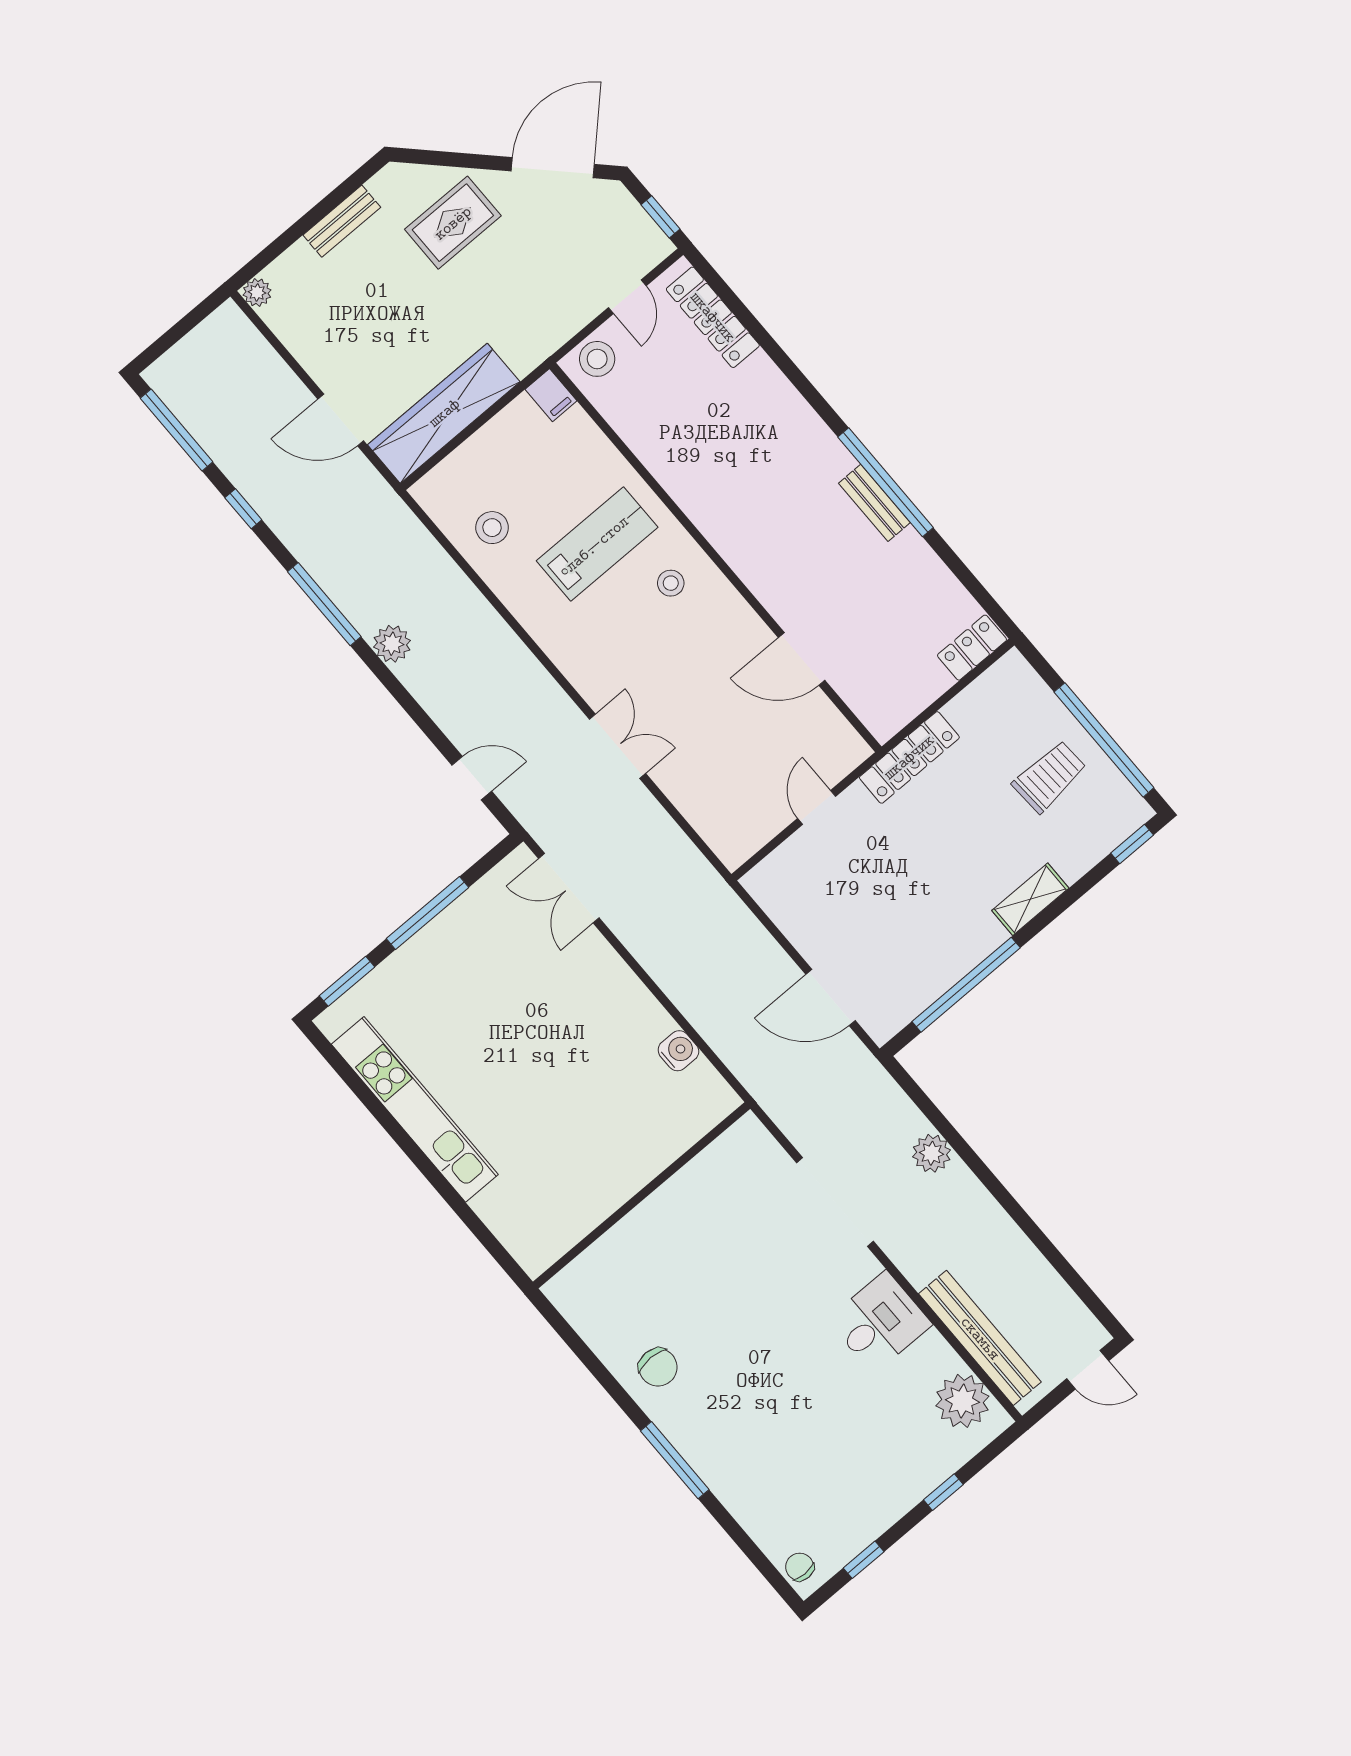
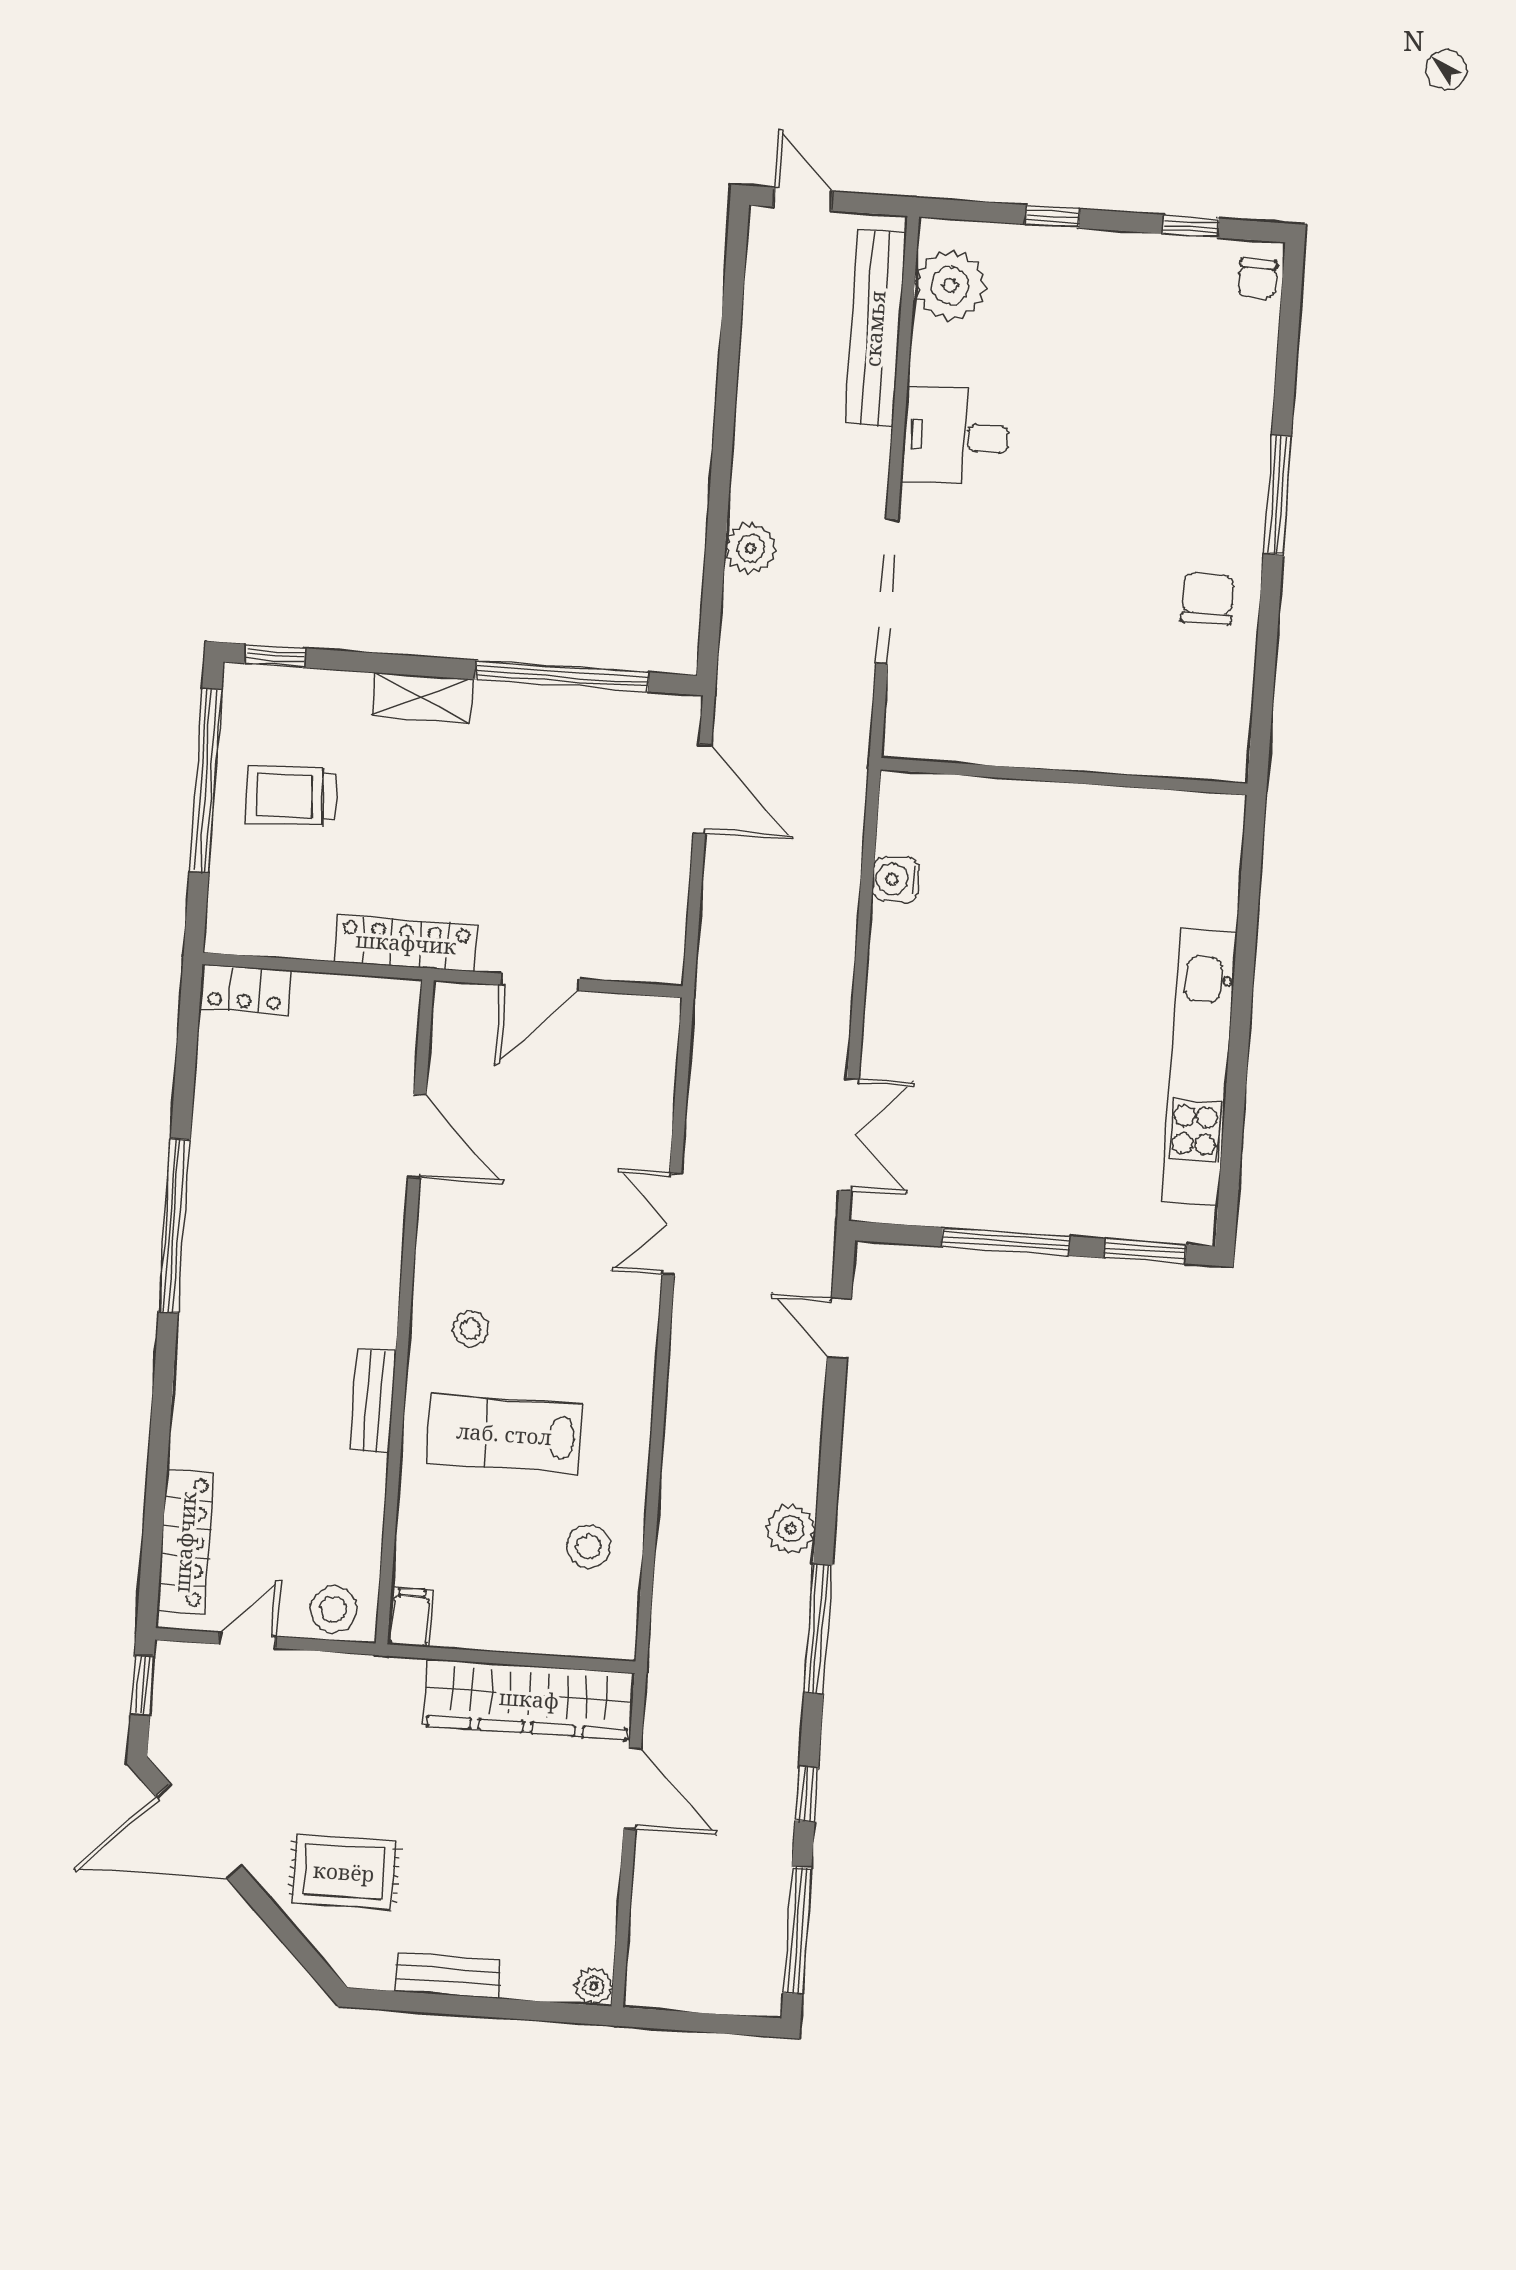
bench: (874, 503) -> (373, 1400), moved
door: (817, 807) -> (540, 982), width x1.38

